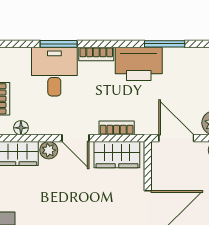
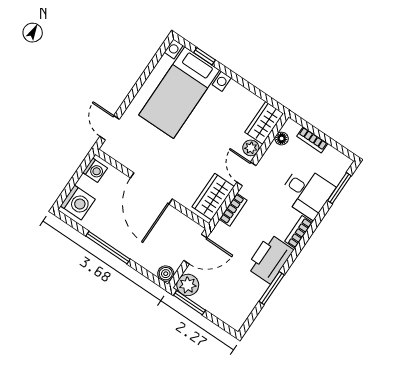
window: (59, 44) -> (339, 188), moved
door: (75, 138) -> (246, 174), hinge flipped

